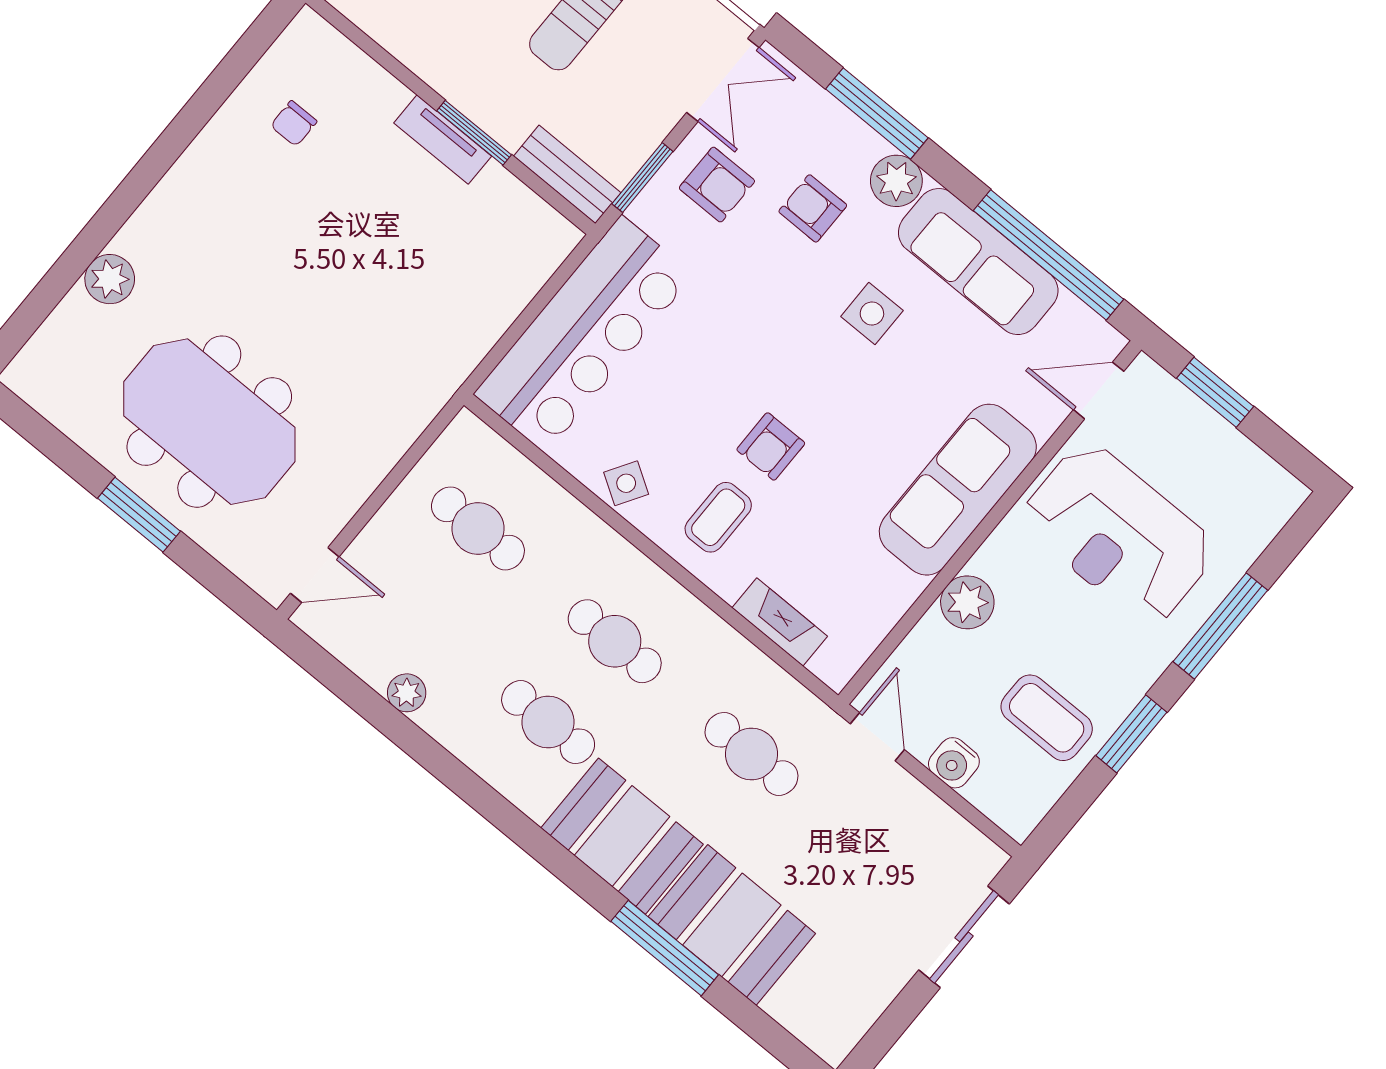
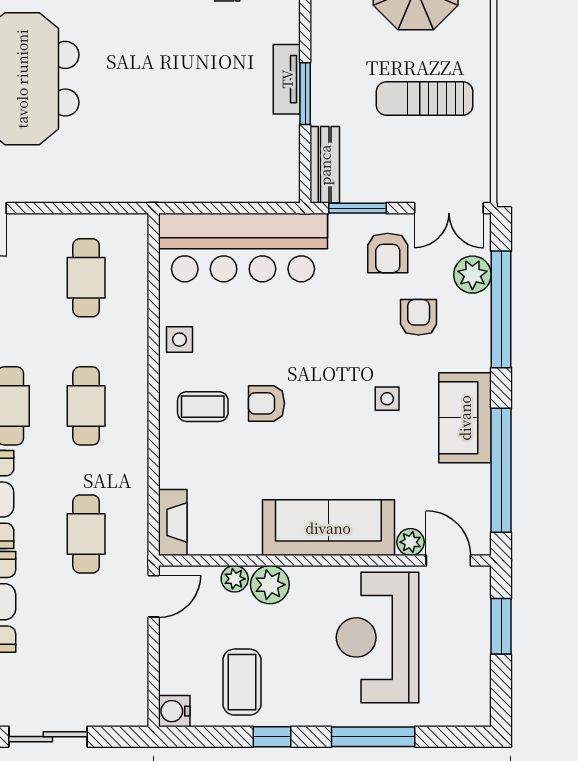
window: (877, 113) -> (501, 309), width x1.46
plant: (896, 181) -> (472, 275), moved
sofa: (978, 262) -> (465, 418), width x0.73
side table: (872, 314) -> (387, 399), width x0.73, depth x0.73
plant: (1045, 415) -> (410, 542), added
side table: (626, 483) -> (179, 340), turned -32
fireplace: (780, 622) -> (173, 522), moved
plant: (930, 635) -> (235, 579), added
window: (1131, 734) -> (272, 737), width x0.67
water cooler: (954, 763) -> (174, 711), moved
sliding door: (964, 937) -> (48, 737), moved

